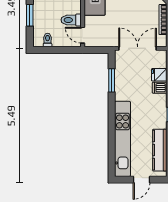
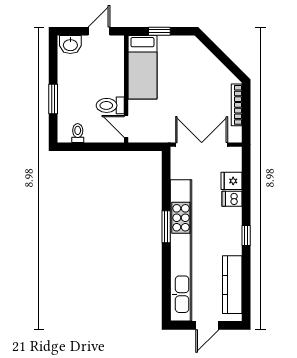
window: (112, 80) -> (166, 227), moved
kitchen unit: (123, 139) -> (181, 250), width x1.36

